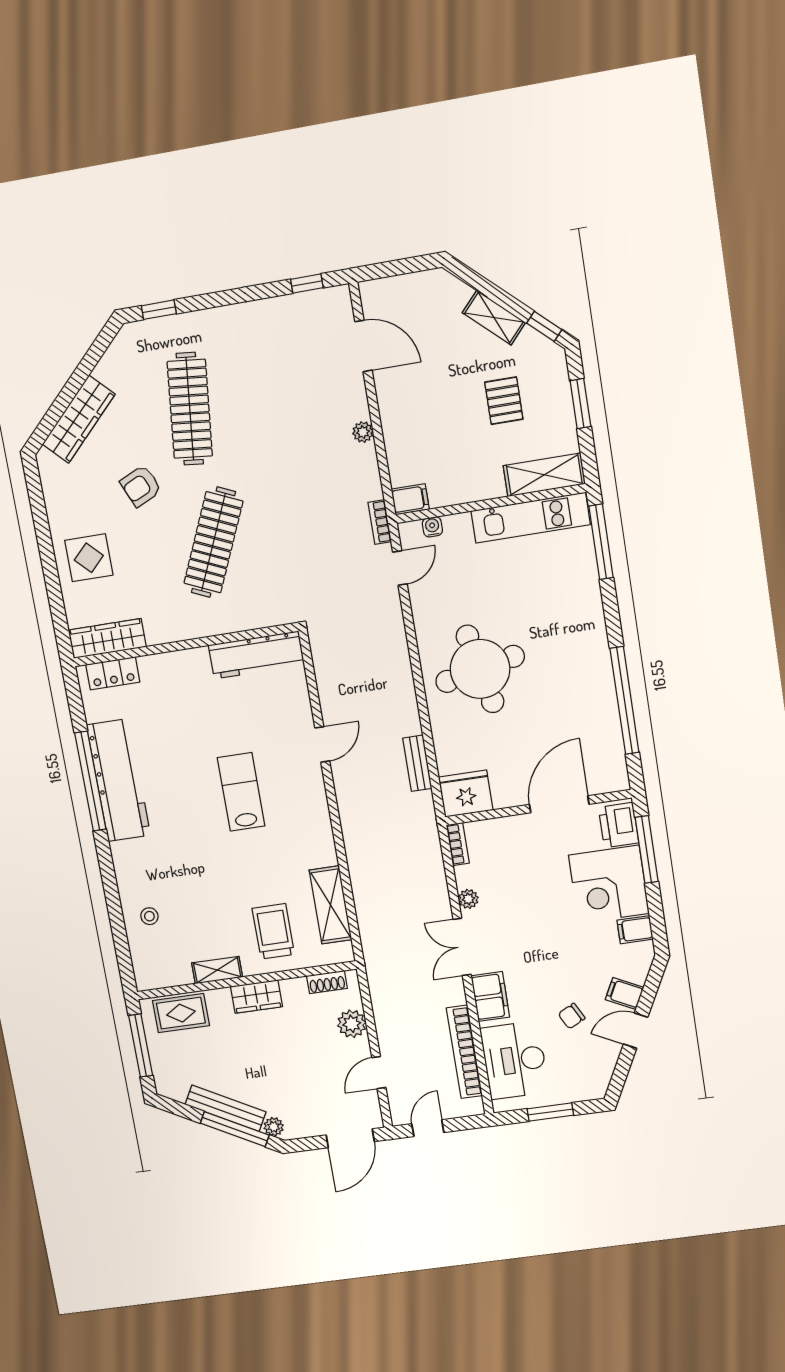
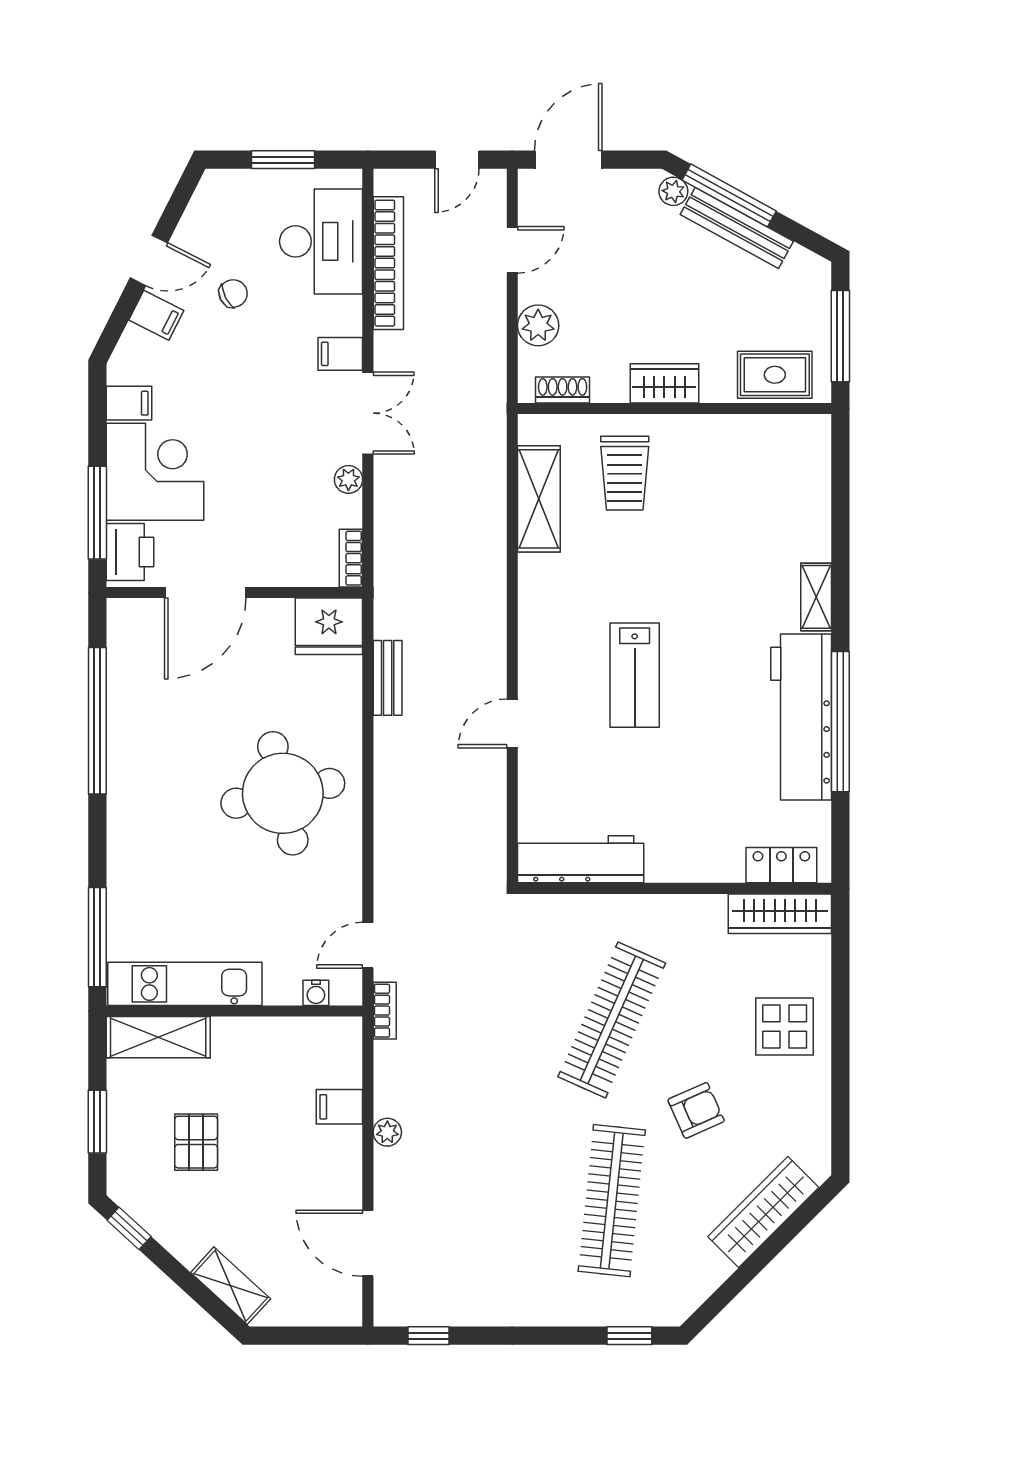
shelving: (494, 318) -> (231, 1286), moved
filing cabinet: (410, 499) -> (339, 1107), moved
stool: (149, 916) -> (794, 520), removed
shelving: (217, 970) -> (816, 597), moved, turned 90
filing cabinet: (490, 996) -> (340, 354), width x0.50

